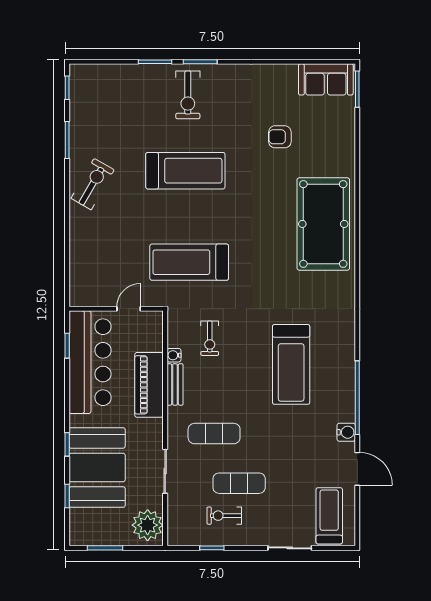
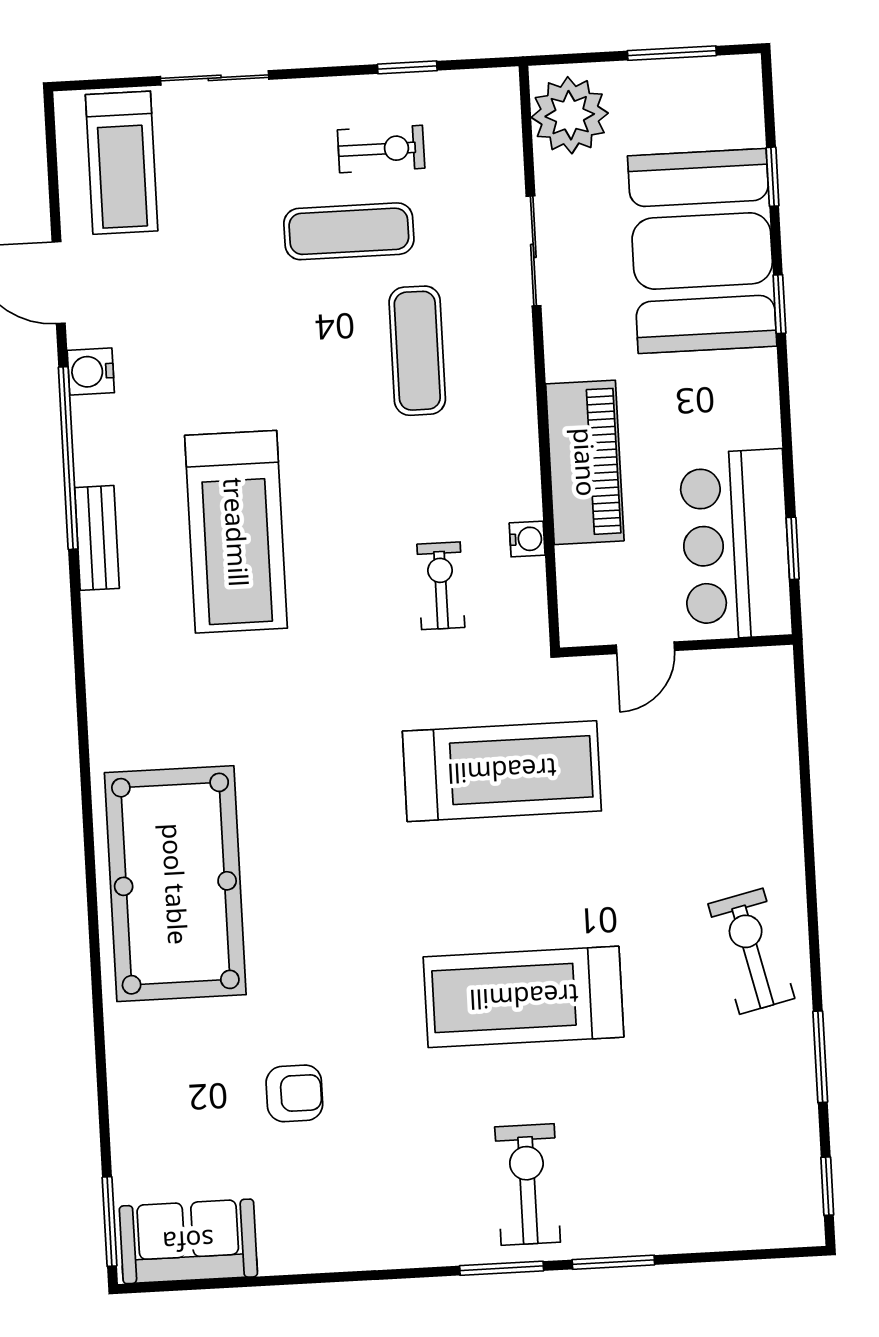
exercise bike: (93, 184) -> (751, 951), turned 137
bar counter: (90, 362) -> (736, 544), width x0.73
treadmill: (291, 364) -> (236, 532), turned 180
bench: (175, 384) -> (97, 538), moved
exercise mat: (214, 434) -> (417, 351), turned 90

